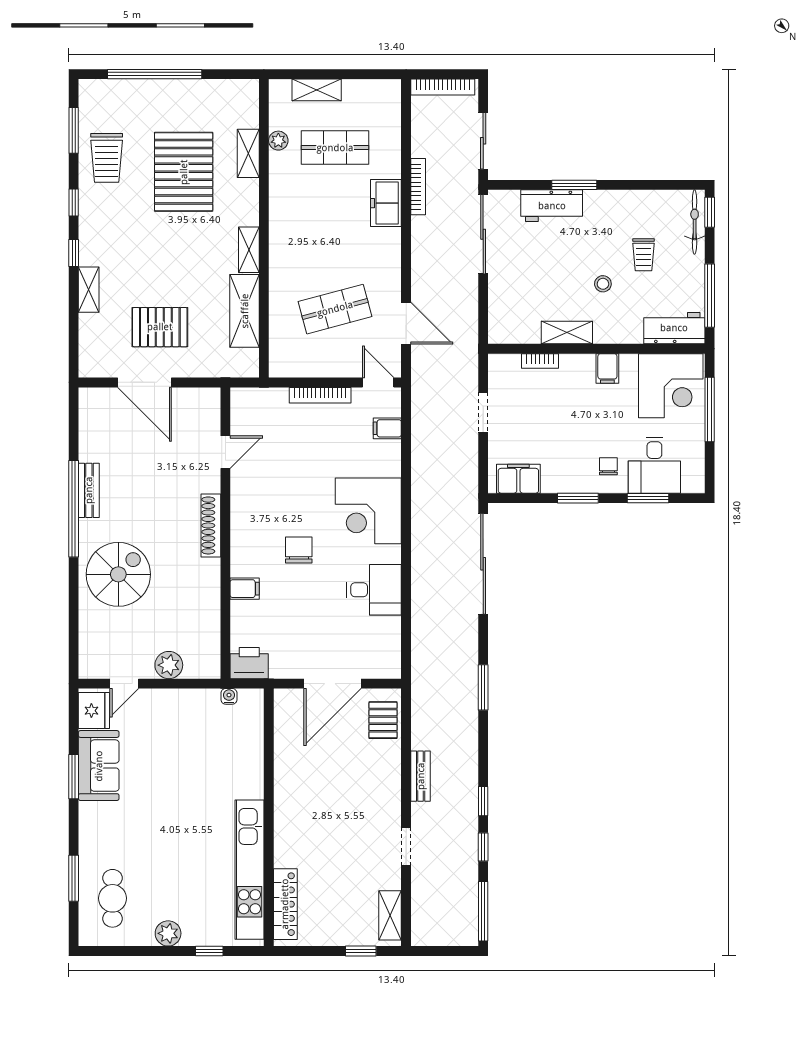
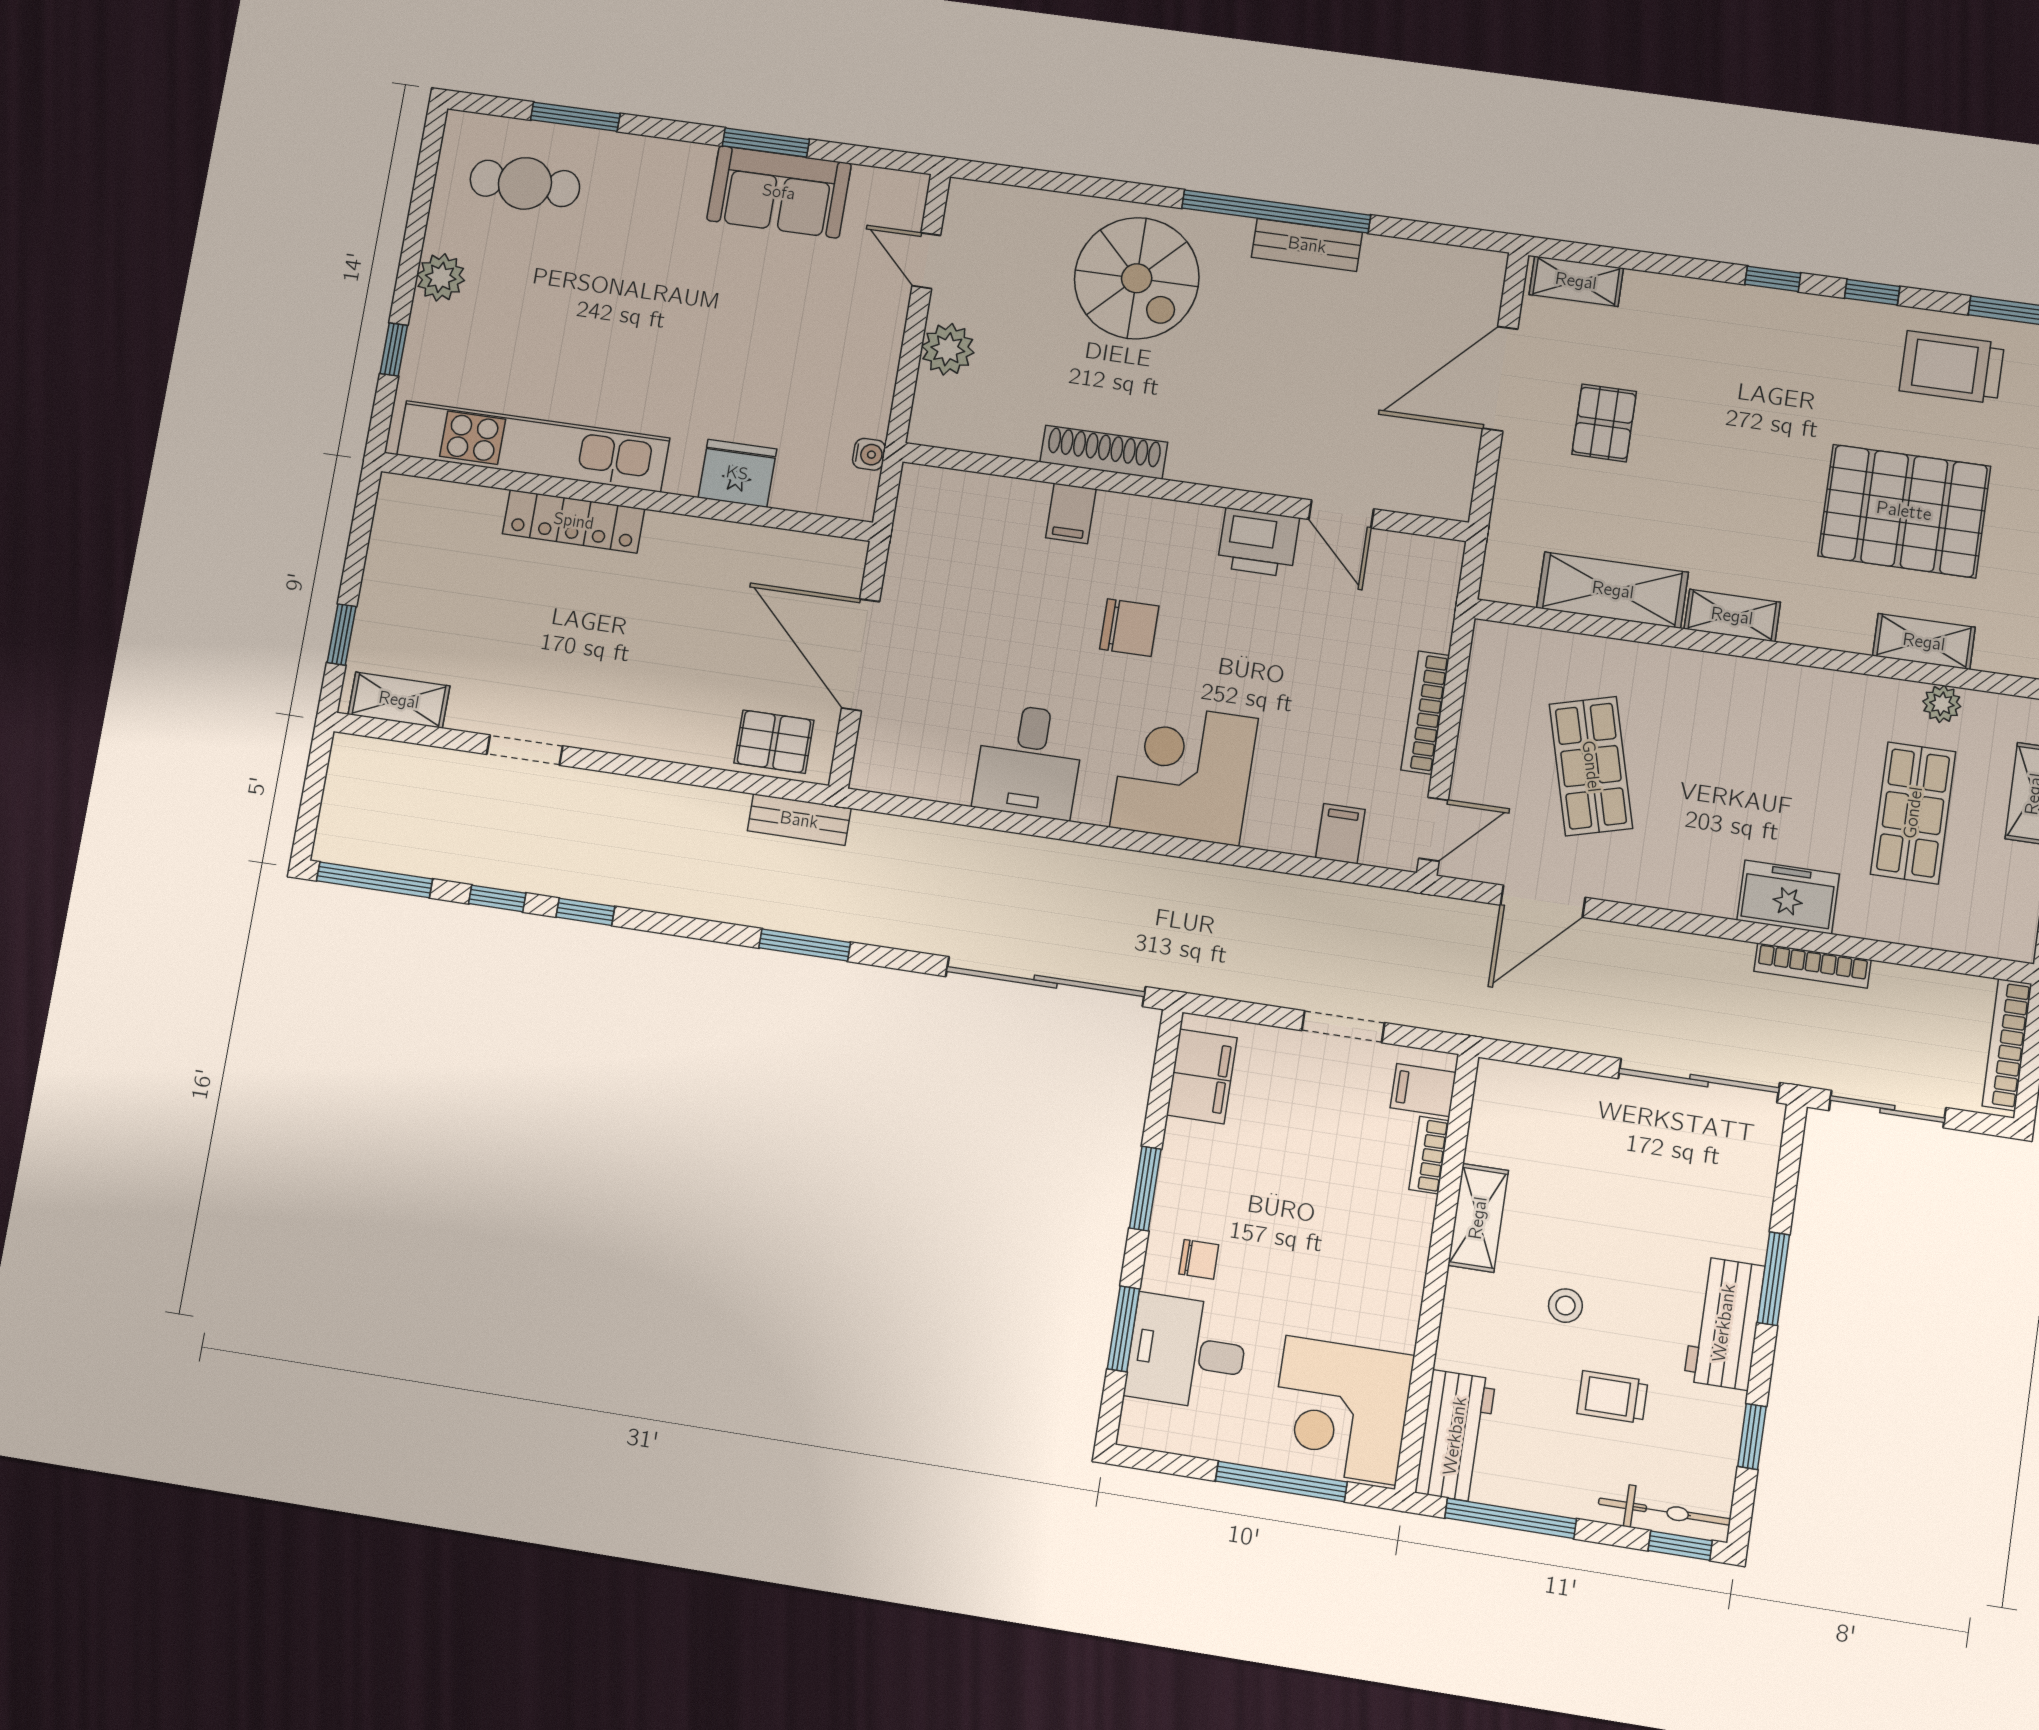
window: (652, 185) -> (1752, 1437), added
workbench: (552, 206) -> (1724, 1323), moved
shelving: (89, 290) -> (1576, 281), moved
pallet: (160, 327) -> (1604, 423), width x0.67, depth x0.71
filing cabinet: (607, 368) -> (1423, 1090), moved
shoe rack: (211, 525) -> (1104, 452), moved
printer: (249, 663) -> (1258, 542), moved, turned 90
fridge: (94, 711) -> (737, 473), moved, turned 180
bench: (421, 776) -> (799, 820), moved
locker: (285, 904) -> (574, 521), moved

